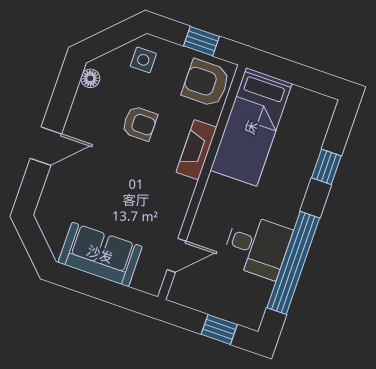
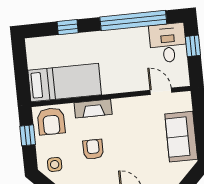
desk: (257, 246) -> (168, 43), moved

